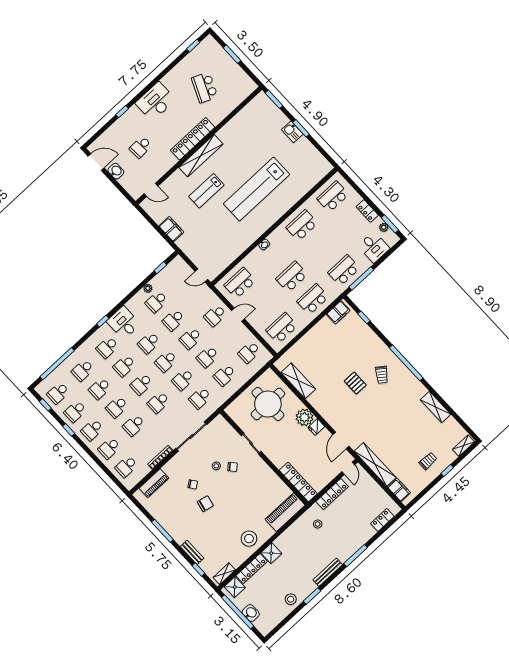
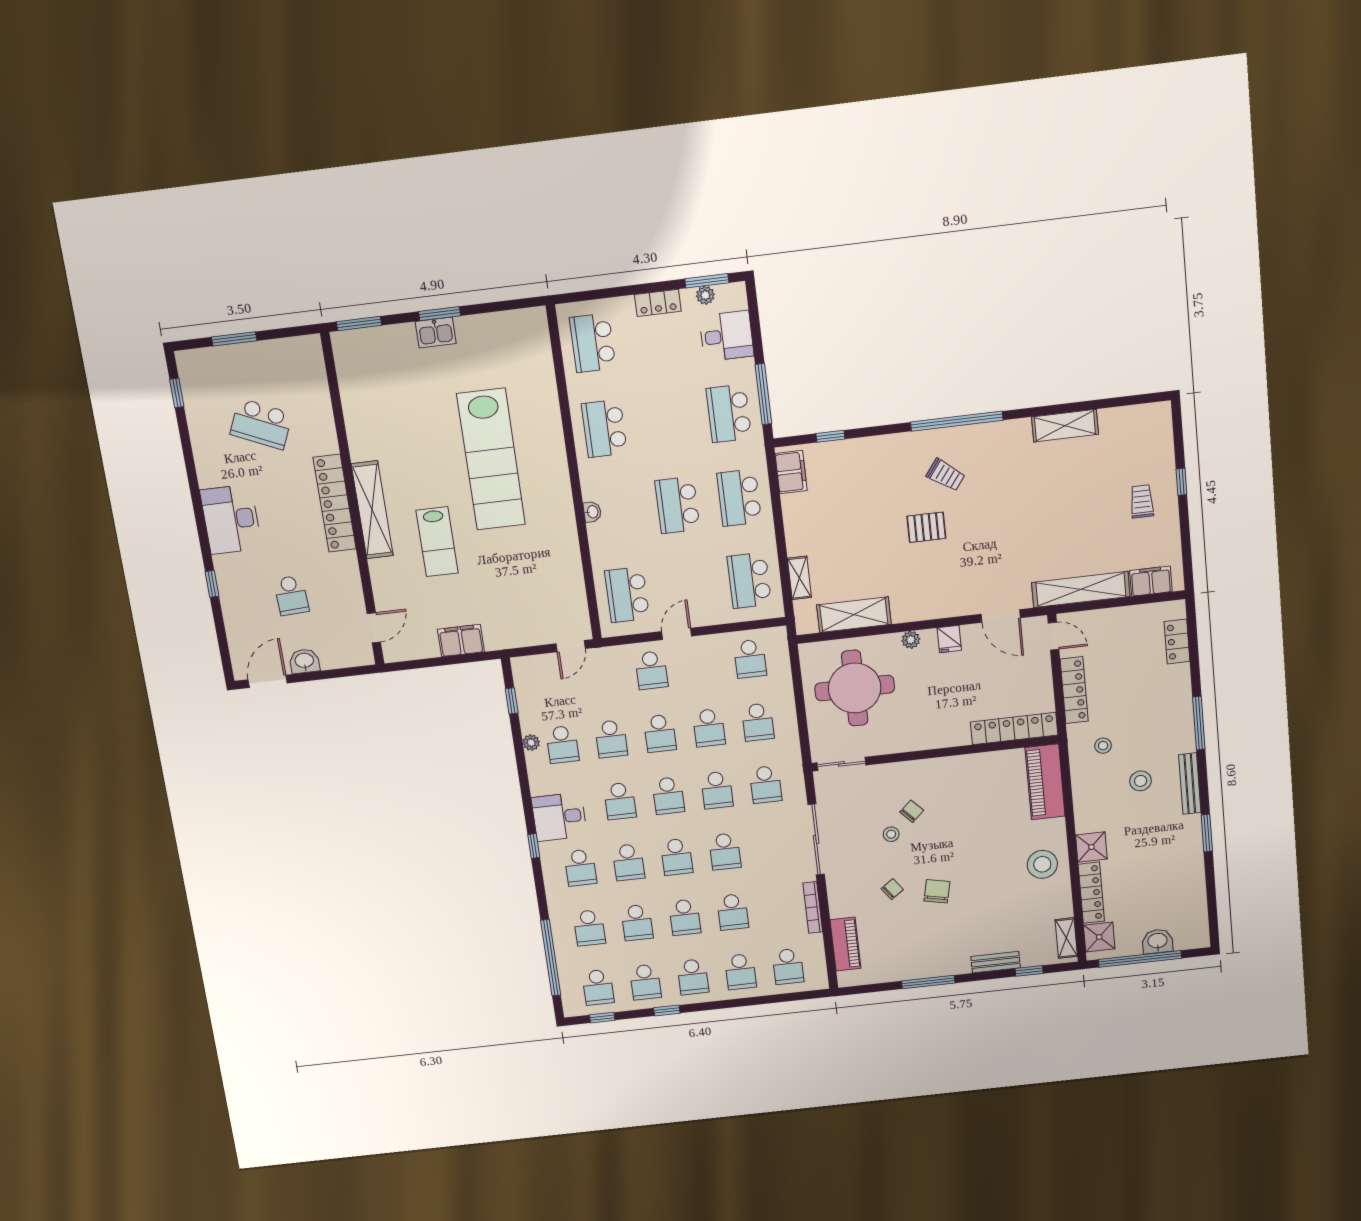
plant: (304, 417) -> (911, 640), width x0.53, depth x0.53
sliding door: (251, 444) -> (841, 764), moved
shelving: (463, 446) -> (799, 578), moved
stool: (291, 599) -> (1141, 781), moved

